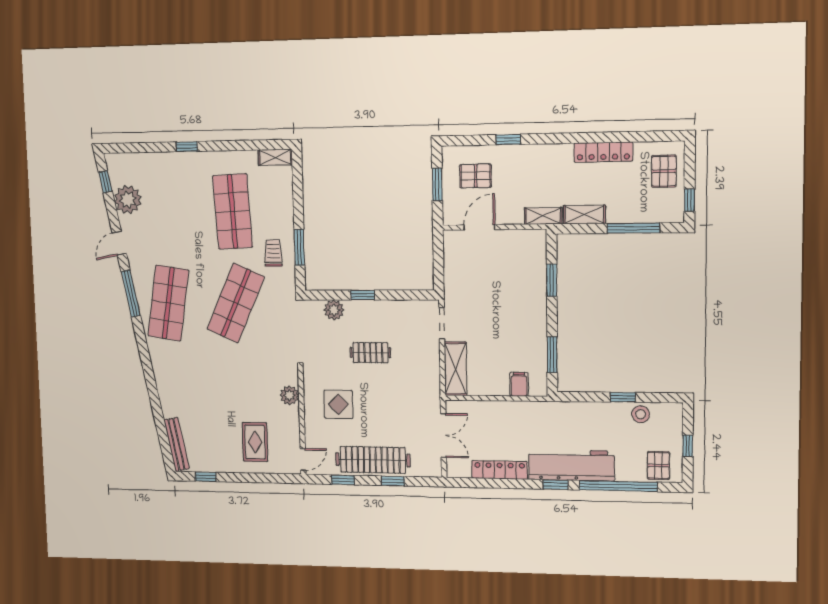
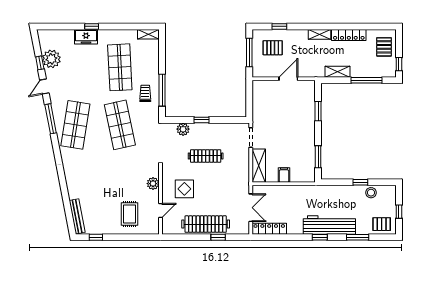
window: (508, 140) -> (279, 26), moved
freezer: (179, 163) -> (86, 37), added
window: (105, 182) -> (40, 63), moved
window: (437, 184) -> (249, 52), width x1.44
shelving: (543, 216) -> (320, 34), moved
door: (479, 227) -> (288, 79), moved
window: (299, 247) -> (162, 90), width x1.44
shop shelf: (236, 303) -> (120, 125), turned -36
clothes rail: (370, 353) -> (206, 156), width x1.36
filing cabinet: (519, 384) -> (284, 175), moved
door: (303, 459) -> (161, 210), moved
pallet: (658, 465) -> (382, 224), turned 90
locker: (500, 470) -> (269, 229), moved
window: (343, 480) -> (186, 237), removed
window: (618, 486) -> (358, 237), width x0.47

